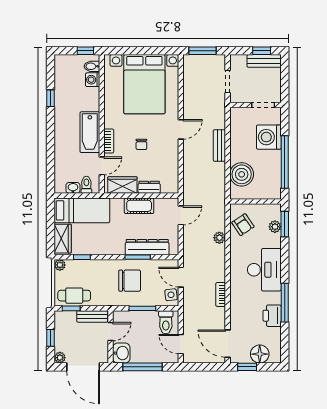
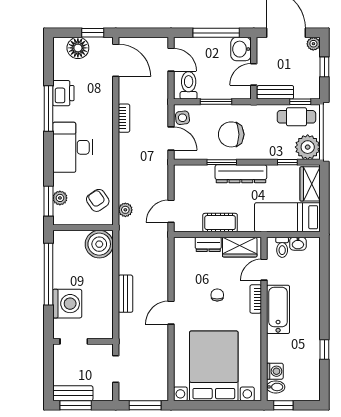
window: (262, 51) -> (76, 405), width x1.50
boiler: (242, 174) -> (99, 244), moved
plant: (219, 238) -> (125, 210), moved
dresser: (147, 247) -> (241, 174), moved
plant: (60, 265) -> (308, 147), width x1.88, depth x1.88

